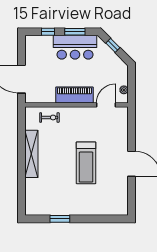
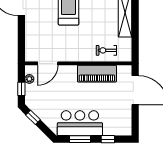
window: (113, 45) -> (33, 117), moved
window: (132, 80) -> (21, 89), added
piano: (74, 95) -> (97, 74), moved

